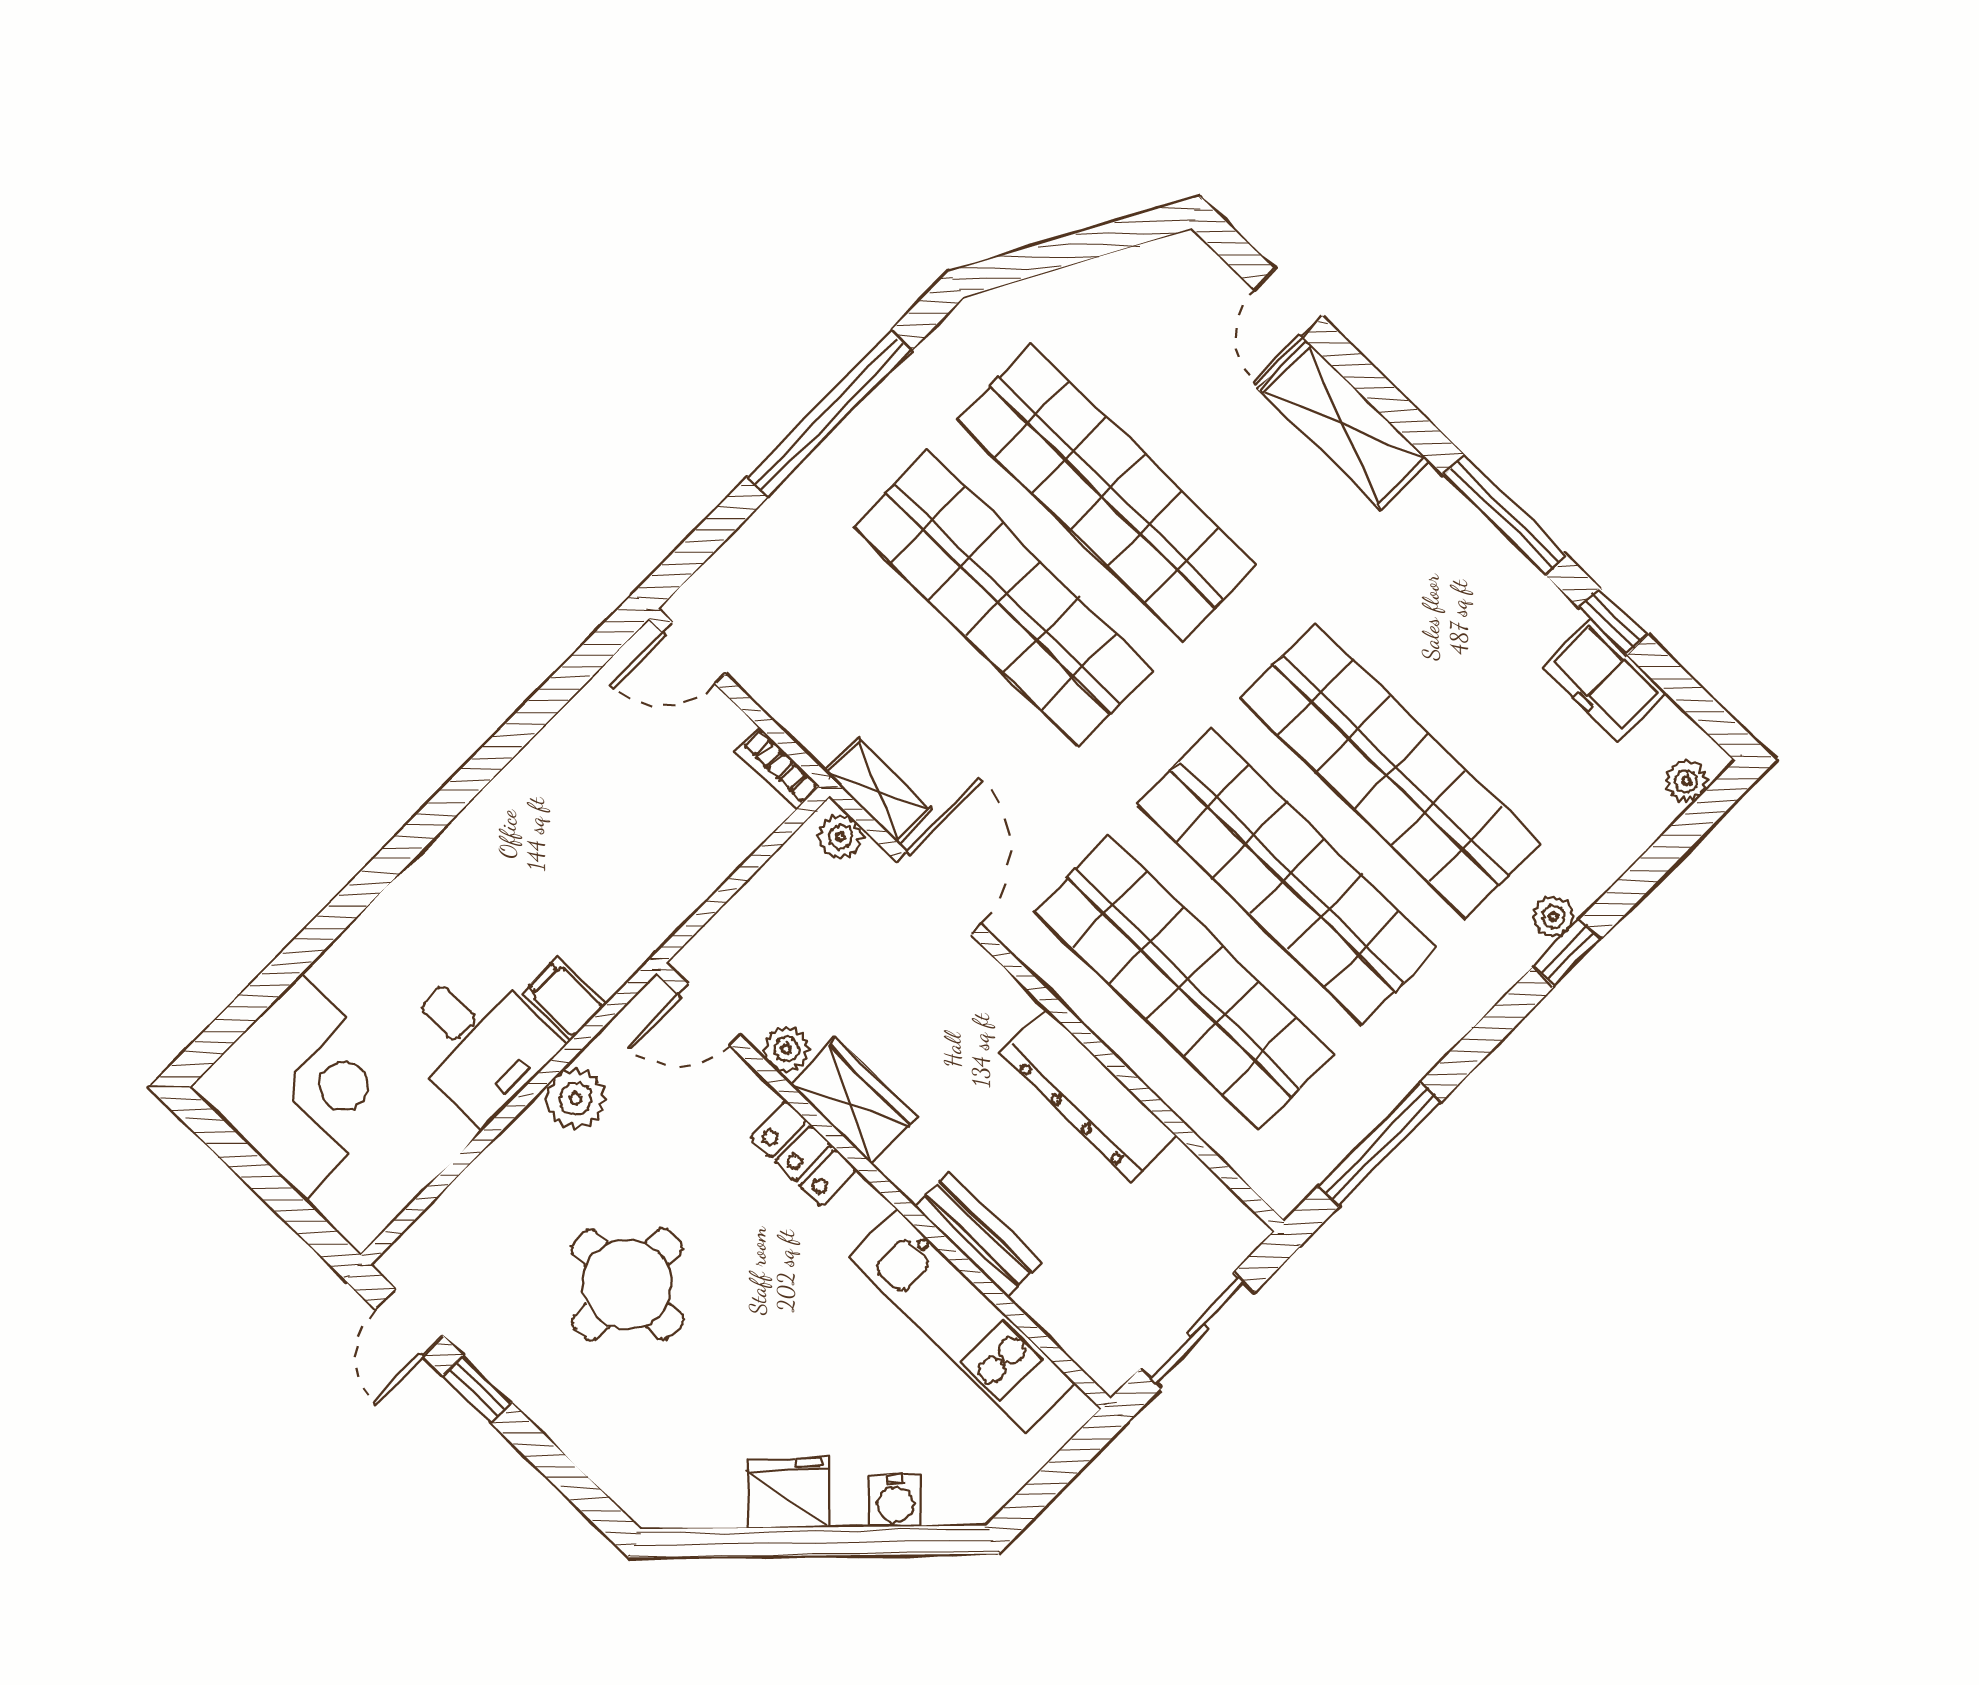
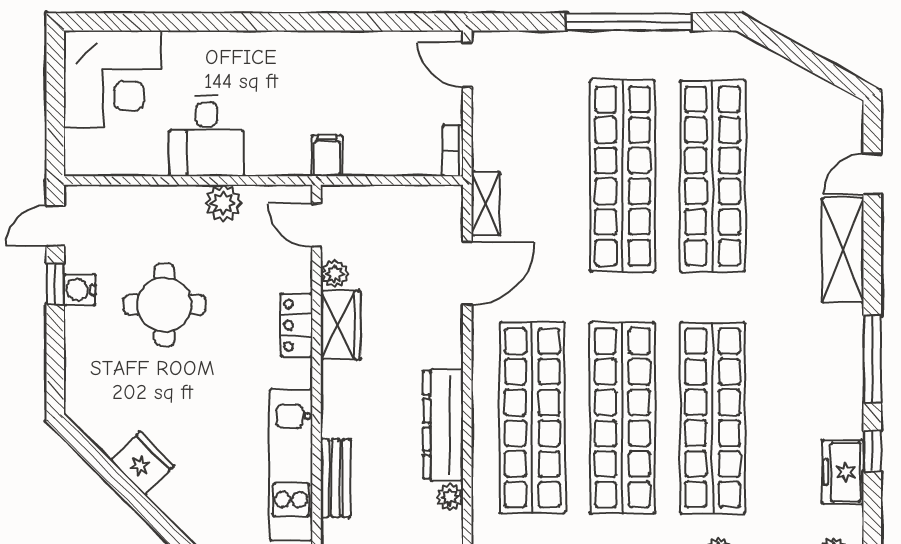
plant: (840, 837) -> (450, 497), moved
filing cabinet: (564, 999) -> (327, 156), moved
bench: (978, 1235) -> (336, 478), moved
water cooler: (895, 1501) -> (80, 290), moved, turned 45

